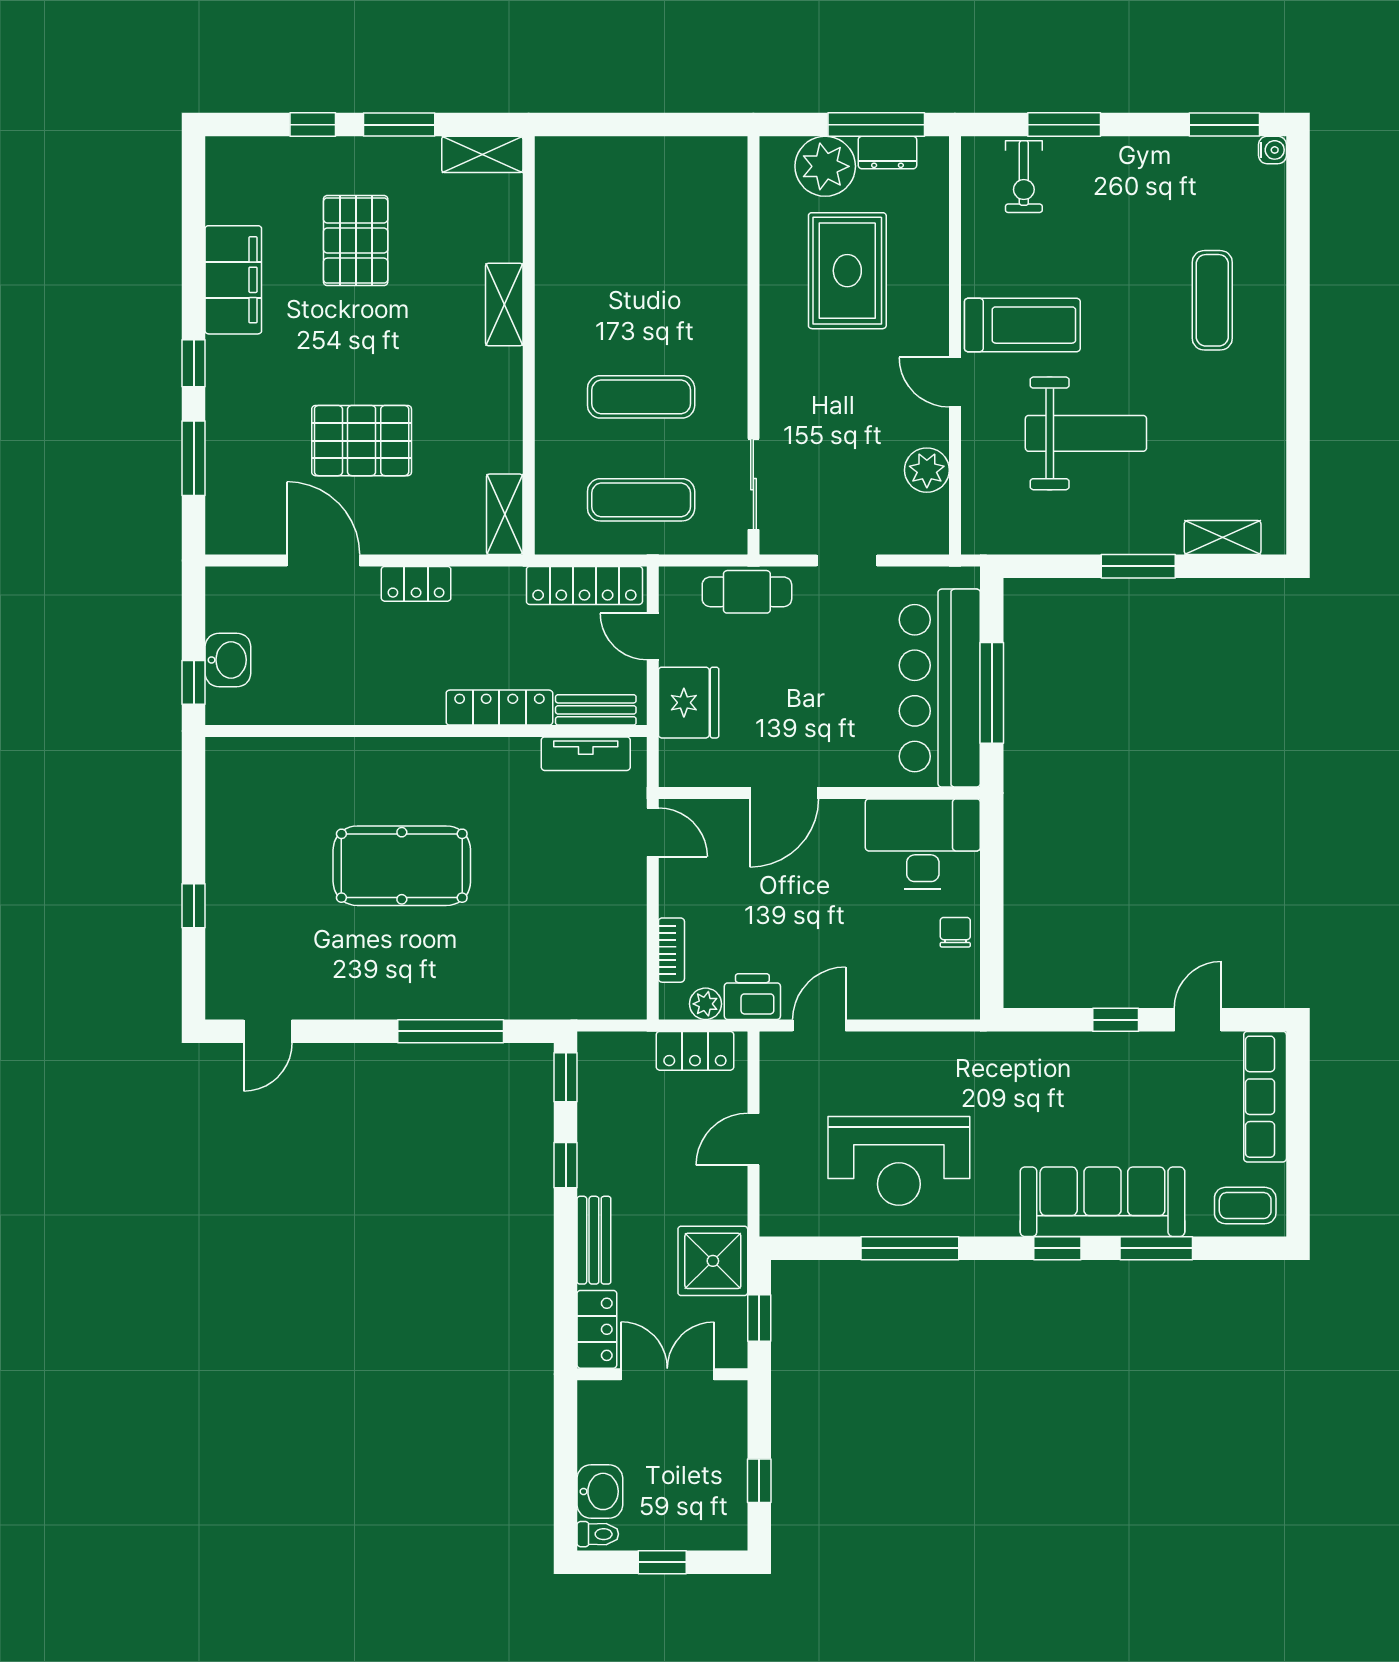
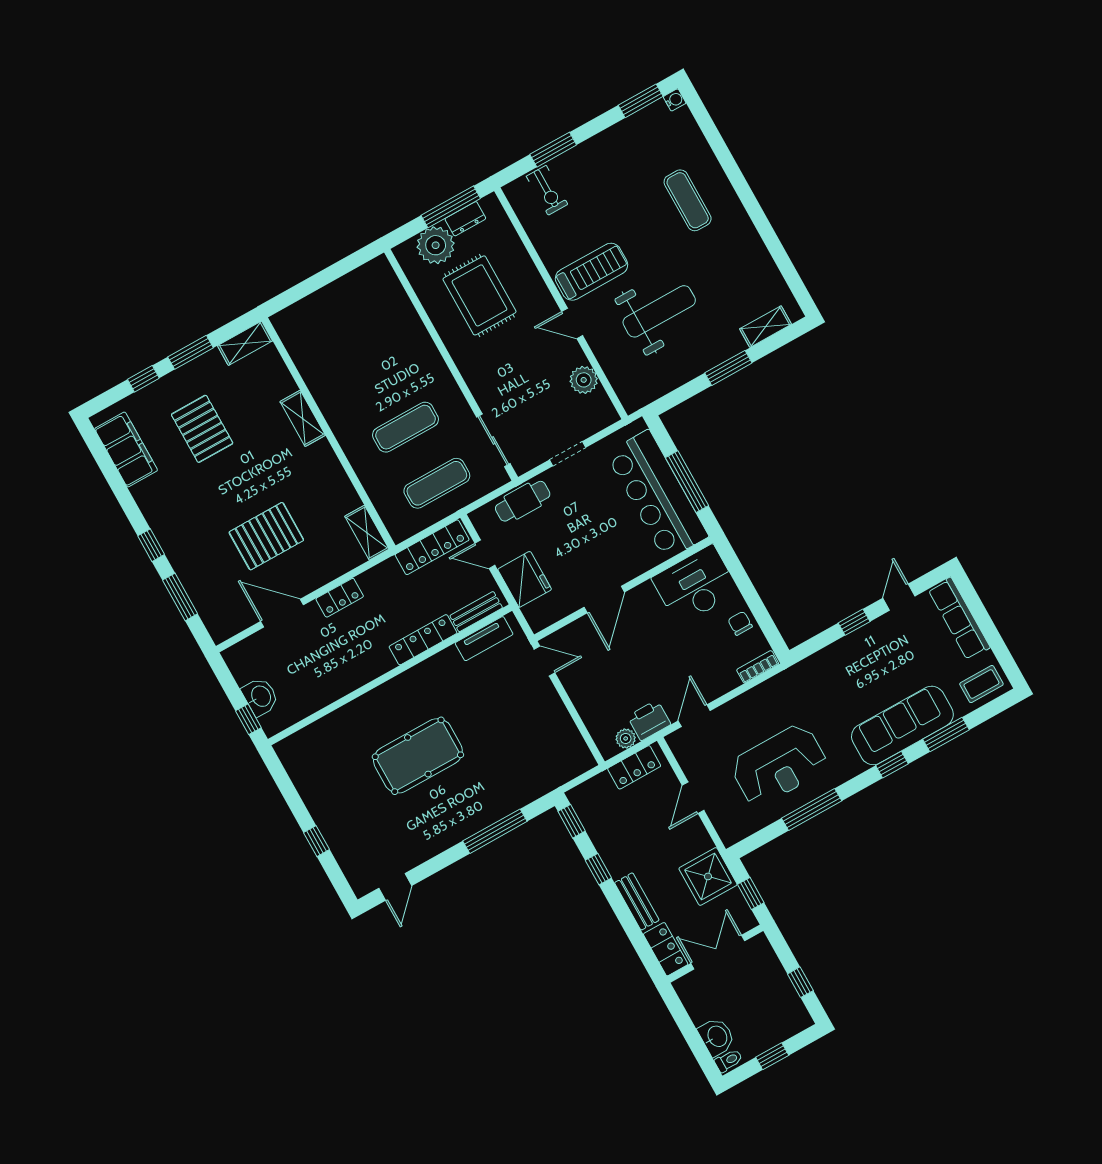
filing cabinet: (233, 280) -> (126, 449), moved
bookcase: (671, 950) -> (758, 667), moved, turned -90

